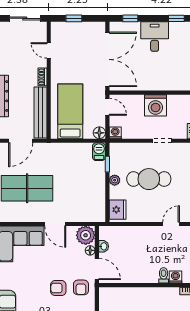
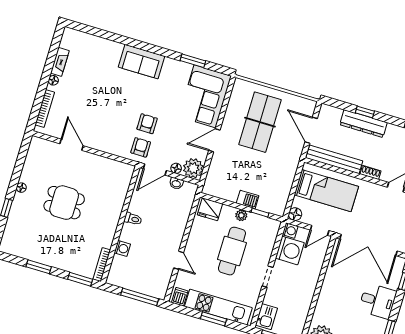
washing machine: (156, 105) -> (290, 250), moved, turned 180
barbecue: (99, 152) -> (248, 199), moved
toilet: (164, 275) -> (133, 219), moved
armchair: (81, 287) -> (141, 147), turned 90

